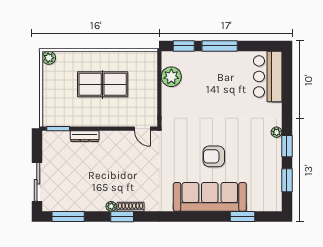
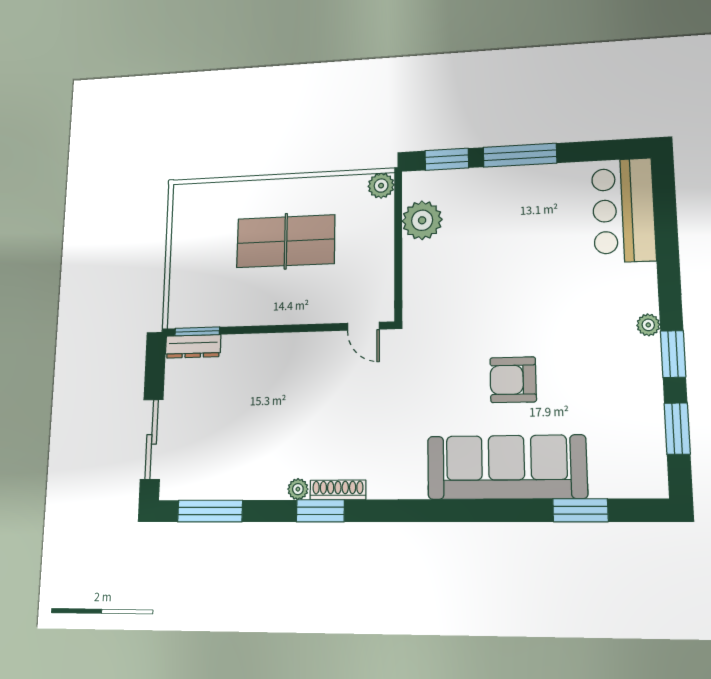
plant: (49, 58) -> (381, 186), moved
dresser: (85, 136) -> (193, 346), moved

